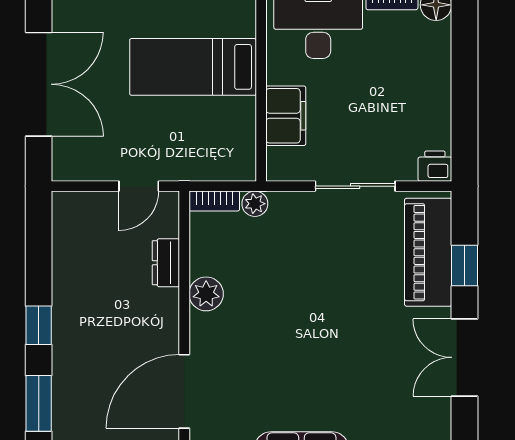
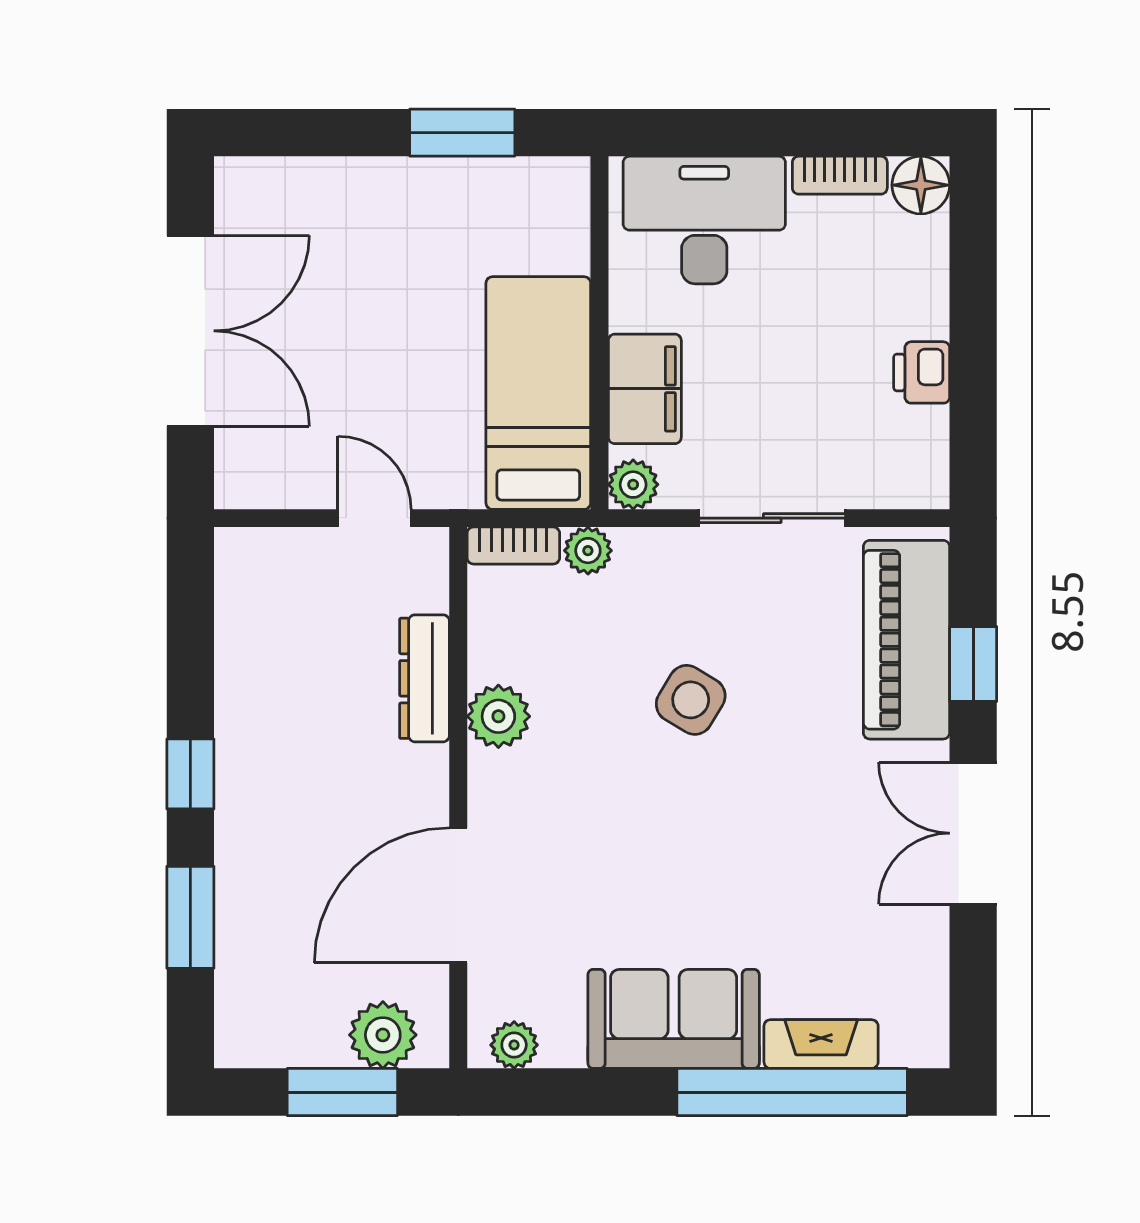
bed: (193, 67) -> (538, 393), moved, turned 90
printer: (435, 166) -> (922, 372), moved, turned -90
plant: (279, 168) -> (633, 485), added
door: (139, 186) -> (374, 518), swing flipped
dresser: (166, 263) -> (425, 678), width x1.44
side table: (311, 285) -> (691, 700), added

